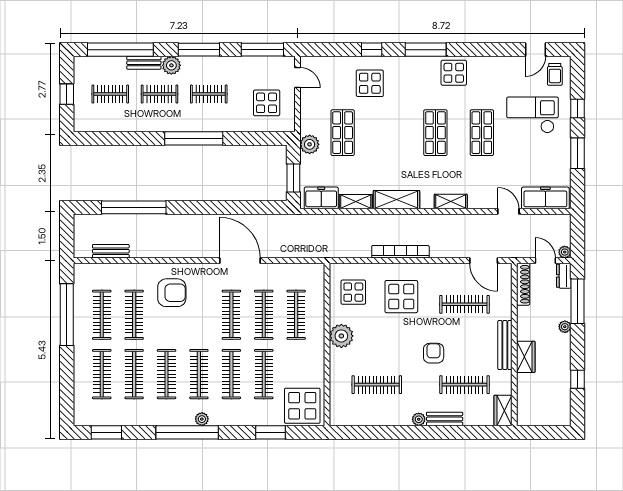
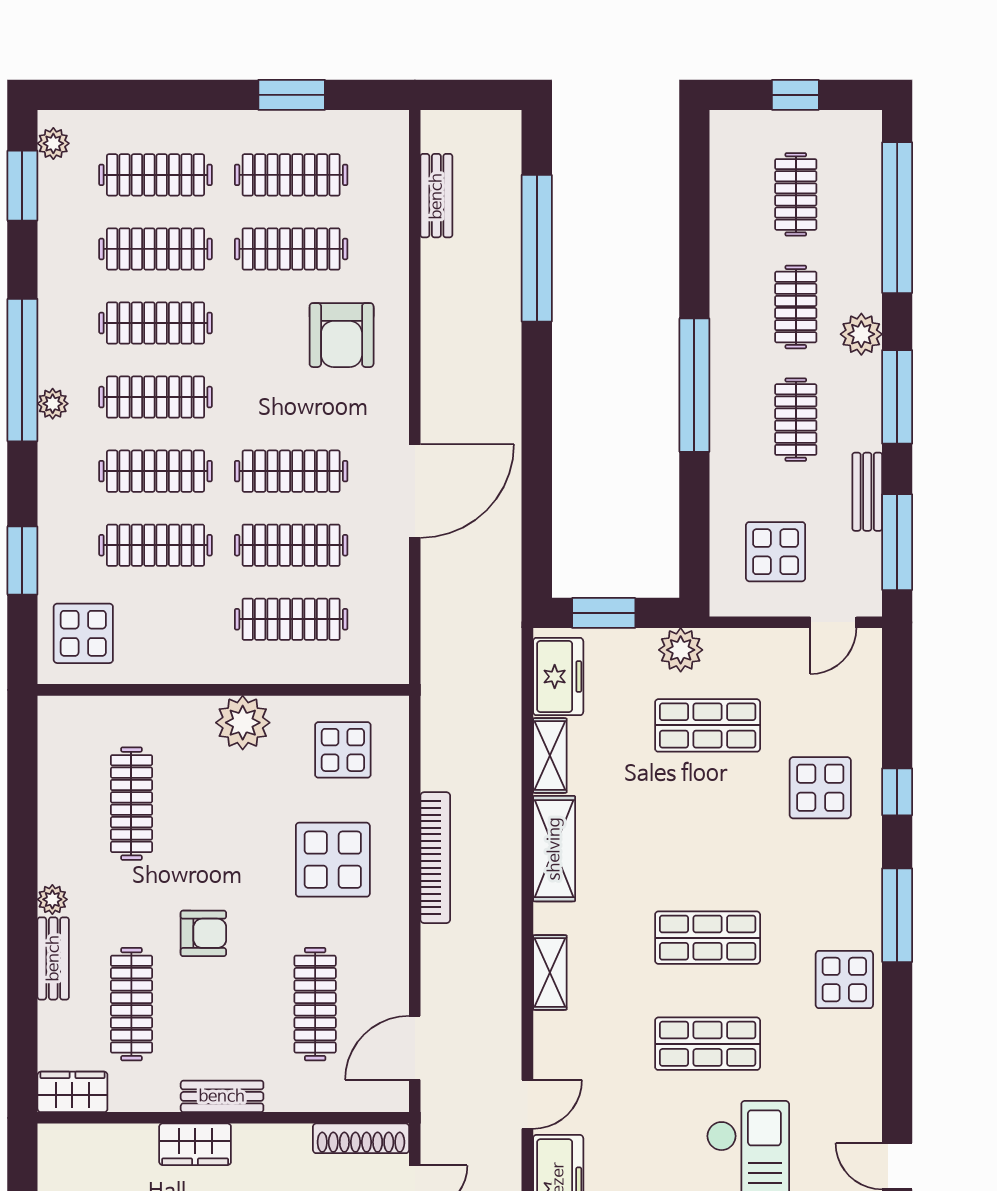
bench: (144, 63) -> (867, 492), moved
window: (67, 315) -> (292, 95), width x0.47
bench: (505, 345) -> (222, 1096), width x0.73
display table: (302, 406) -> (83, 633), width x0.73, depth x0.73
plant: (88, 419) -> (53, 143), added

